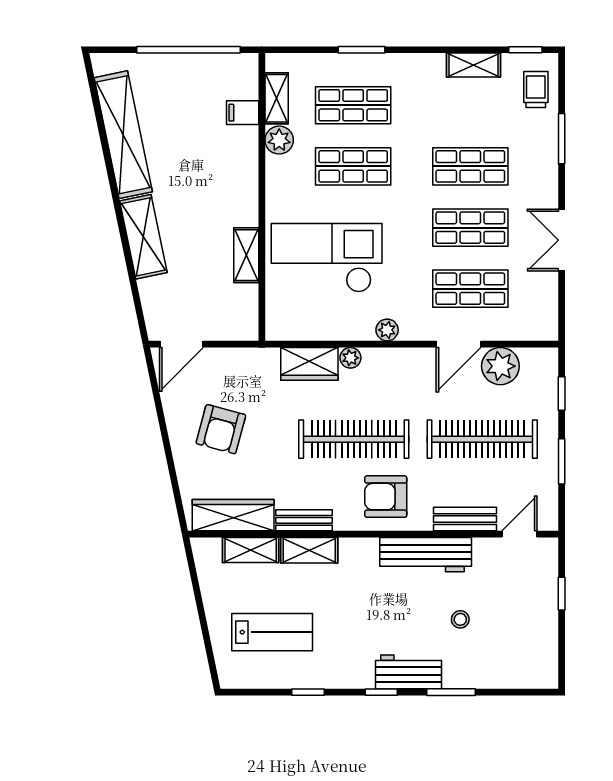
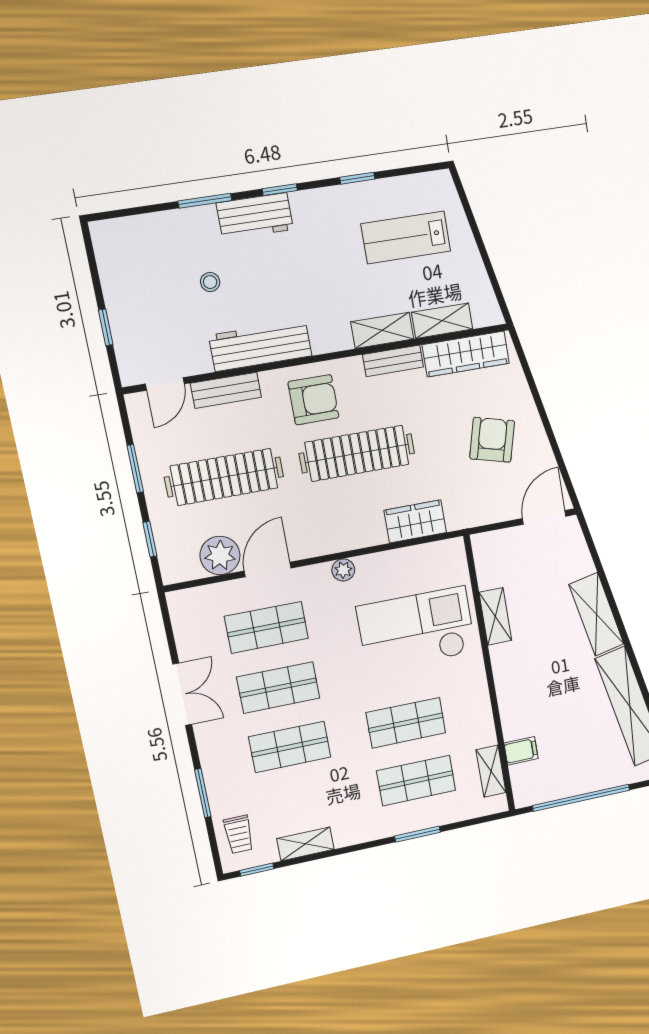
plant: (279, 140) -> (482, 733), removed
checkout: (327, 258) -> (416, 629), turned 180
plant: (350, 358) -> (375, 535), removed

